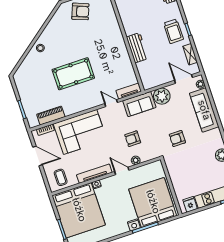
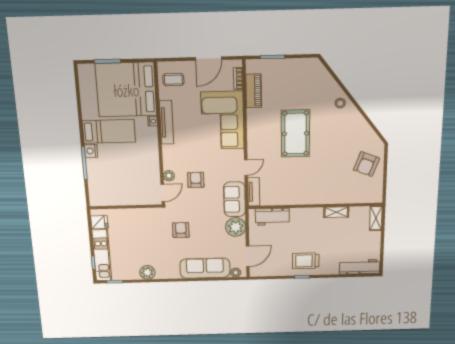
workbench: (137, 48) -> (272, 217), moved
shelving: (190, 54) -> (336, 212), moved
door: (122, 171) -> (163, 193), moved
bed: (153, 202) -> (109, 131), moved, width x0.49

